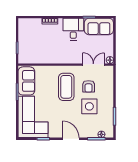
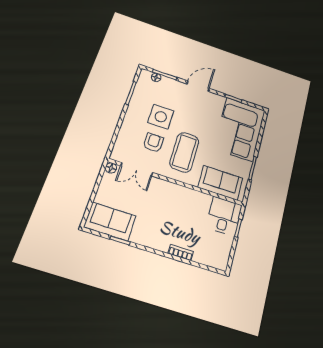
desk: (73, 29) -> (224, 216), moved, turned 180
sofa: (26, 81) -> (220, 183), moved, turned 90
door: (71, 139) -> (198, 86), swing flipped

